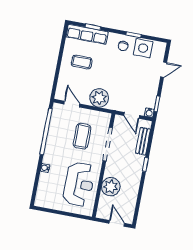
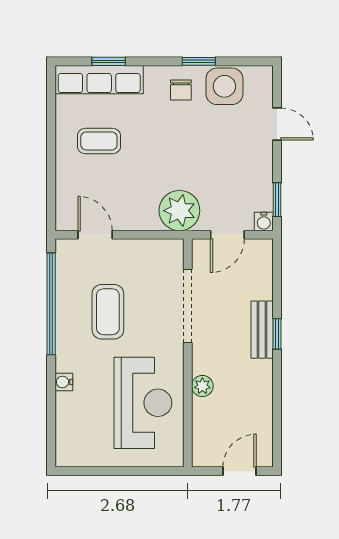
door: (164, 70) -> (277, 124), hinge flipped
plant: (99, 98) -> (179, 211), moved
door: (132, 115) -> (227, 235), hinge flipped
coffee table: (82, 136) -> (108, 312), moved
bench: (143, 141) -> (262, 330), moved
plant: (111, 187) -> (202, 386), width x0.53, depth x0.53
door: (117, 223) -> (240, 471), hinge flipped

